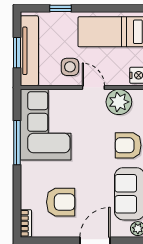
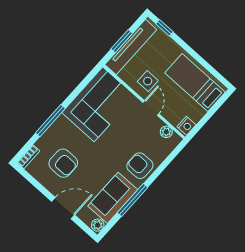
window: (61, 8) -> (164, 28), moved
plant: (119, 102) -> (166, 132), width x0.53, depth x0.53
window: (17, 143) -> (50, 121), moved

